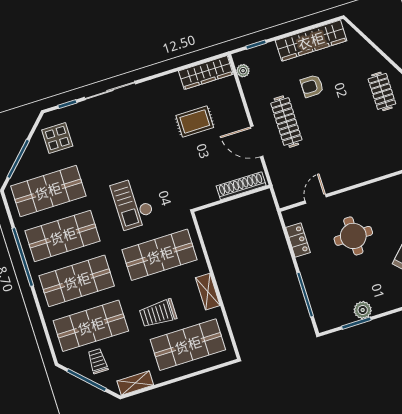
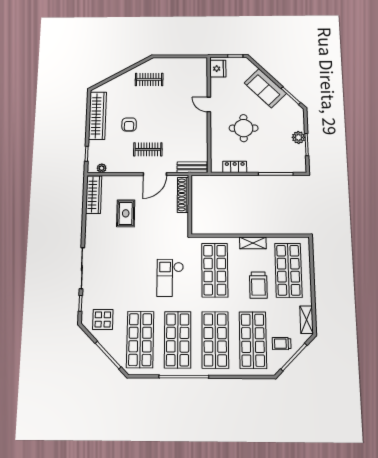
clothes rail: (286, 122) -> (148, 149), width x0.73
bench: (281, 186) -> (192, 167), added
door: (316, 199) -> (209, 105), moved
checkout: (133, 203) -> (170, 278), turned 90

